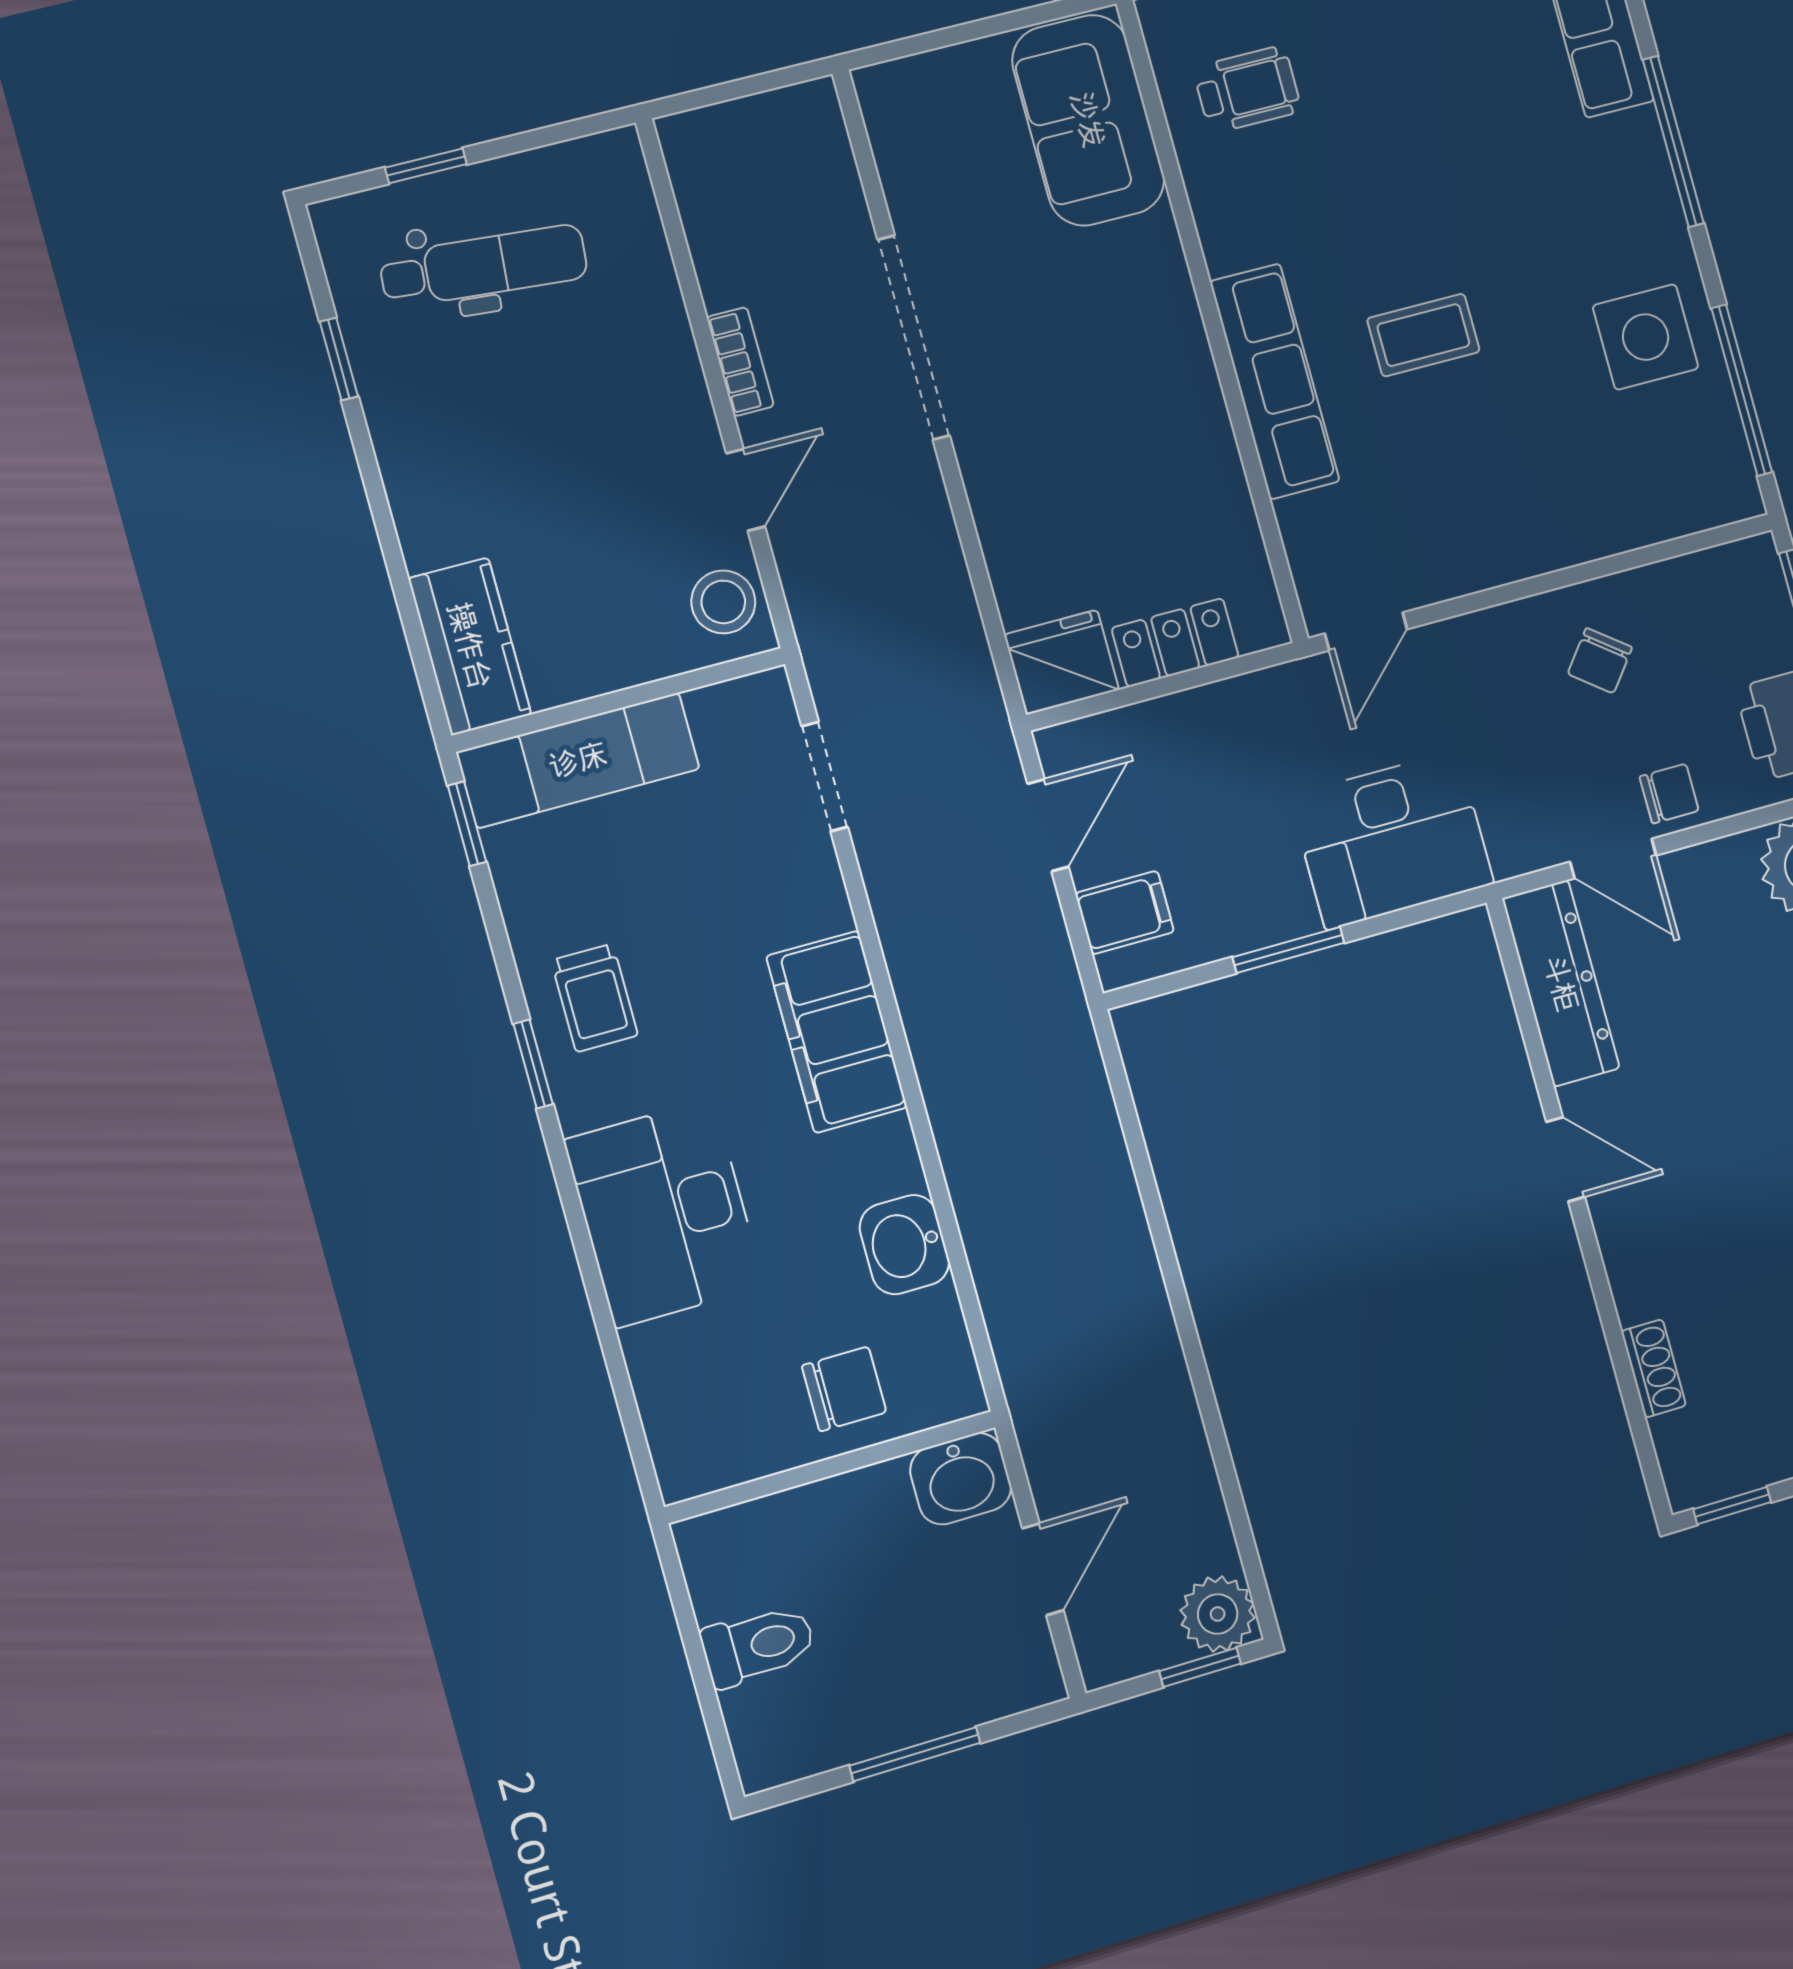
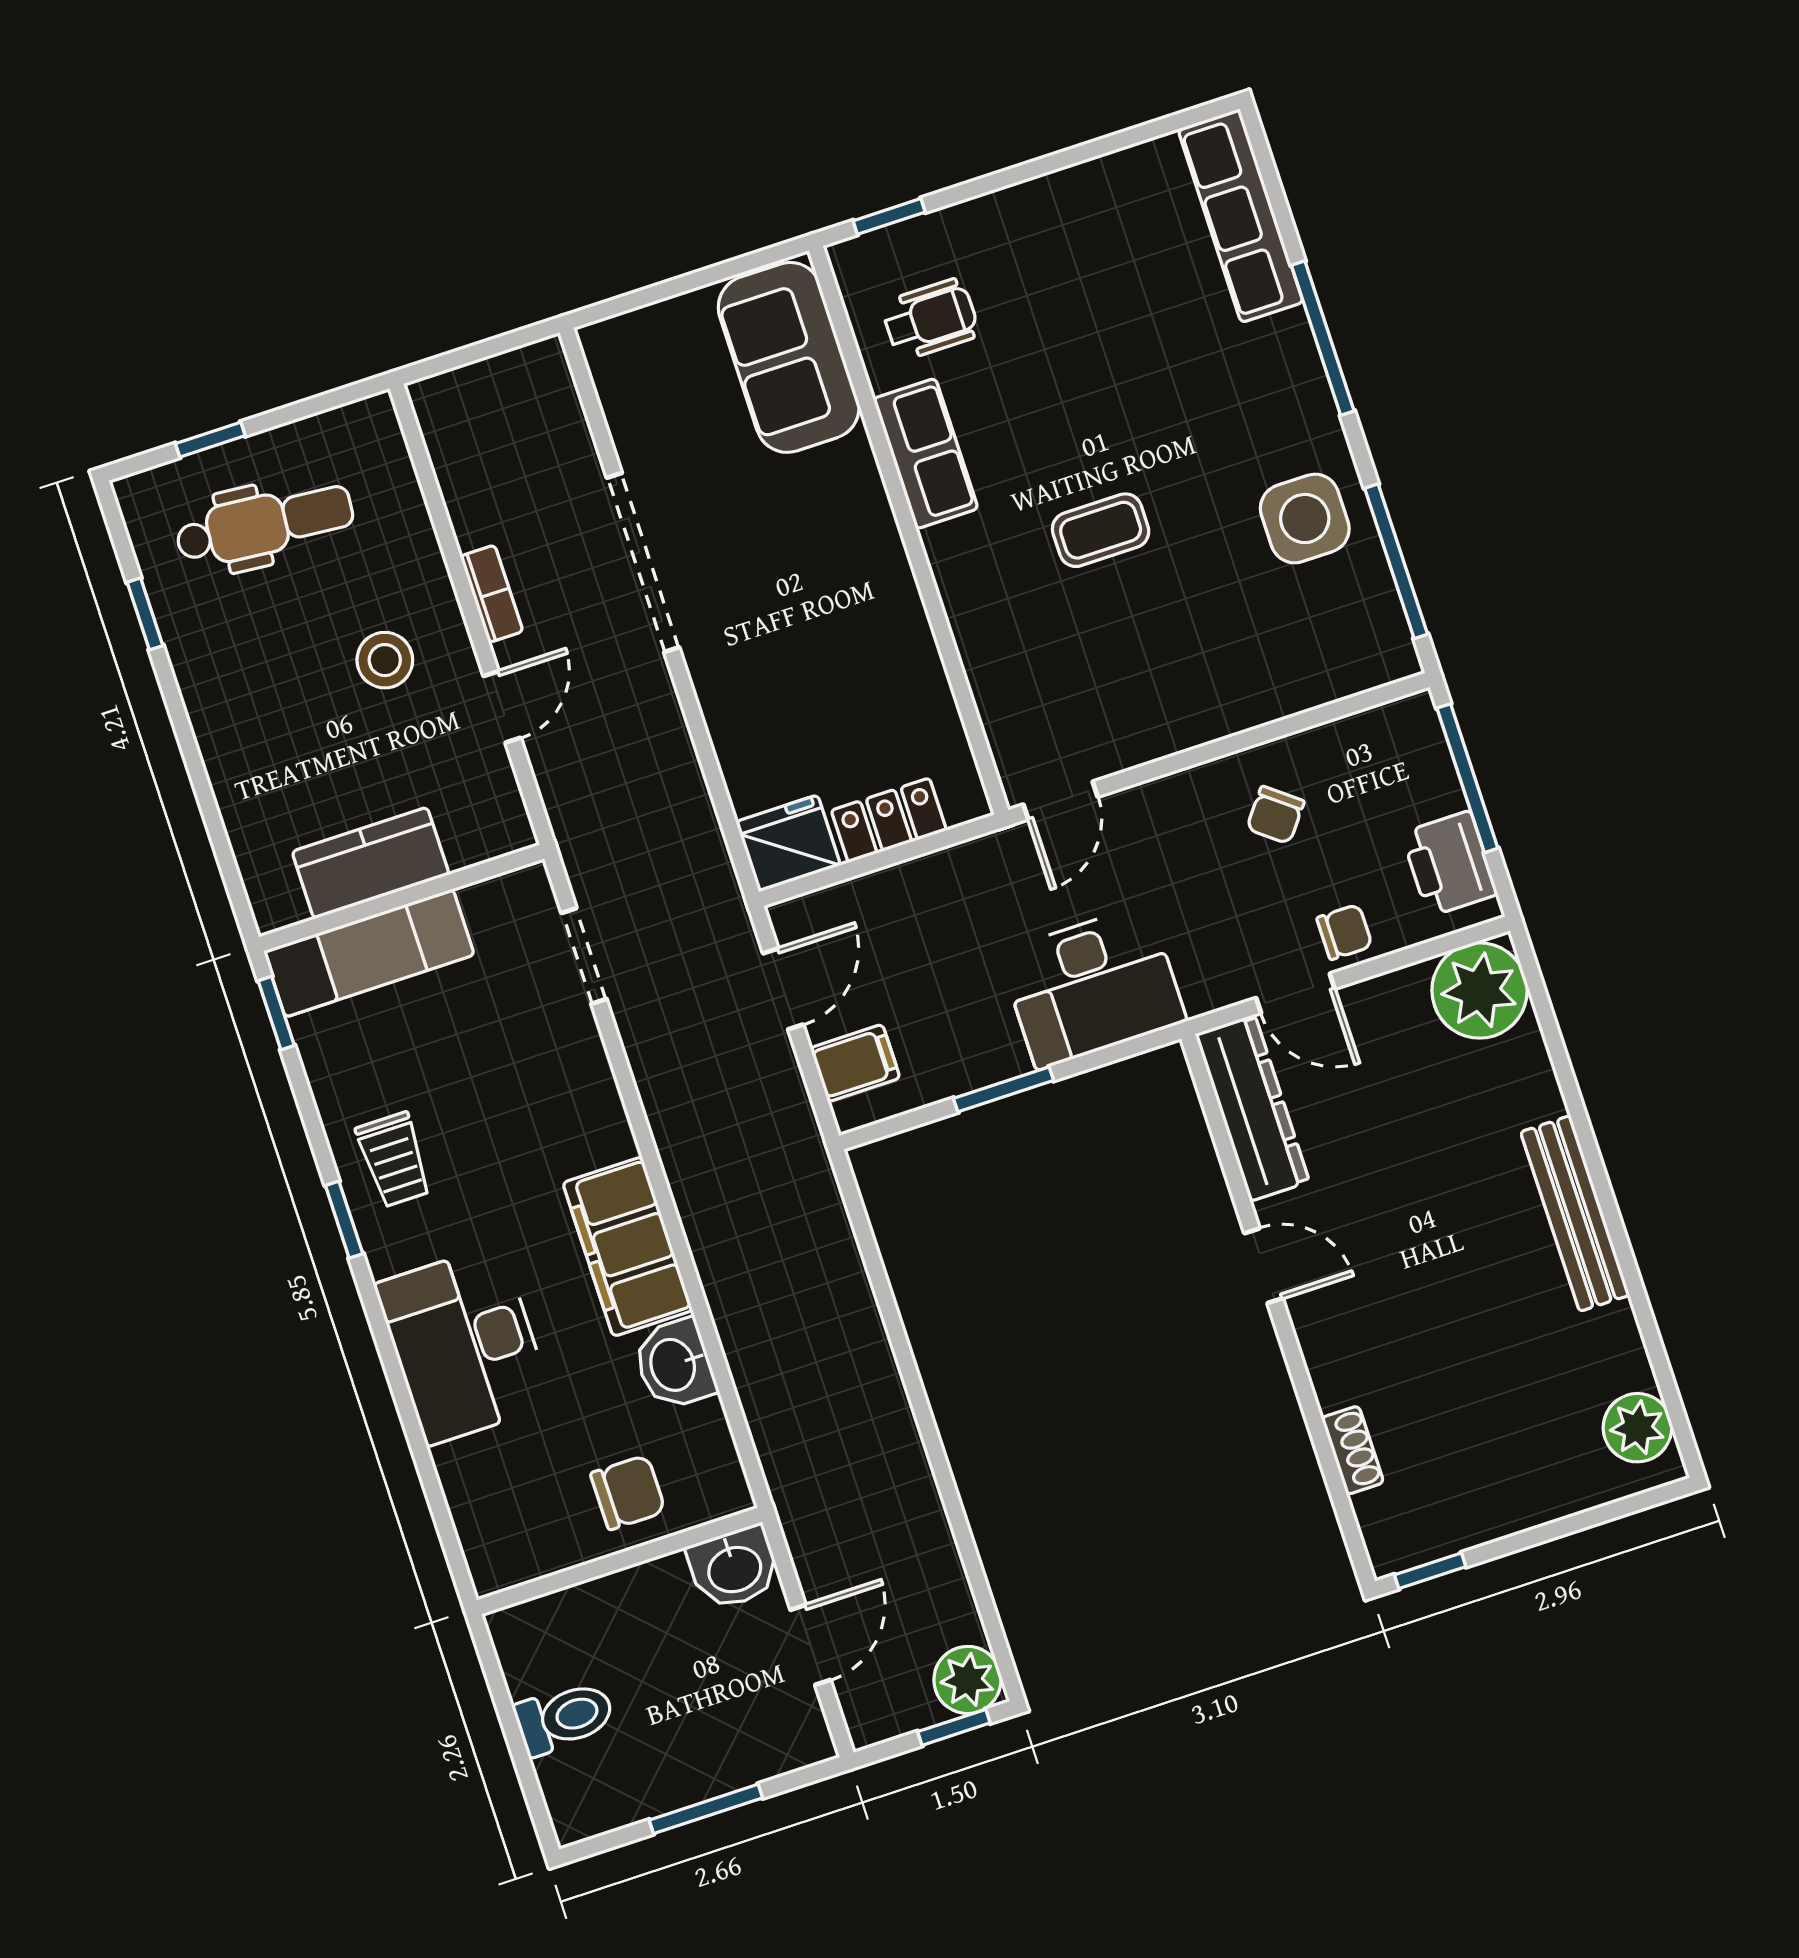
row of seats: (1275, 381) -> (926, 454), moved, width x0.68
stool: (723, 602) -> (385, 660), moved
kitchen counter: (470, 646) -> (371, 863), moved, turned -90
filing cabinet: (837, 1032) -> (628, 1247), moved

